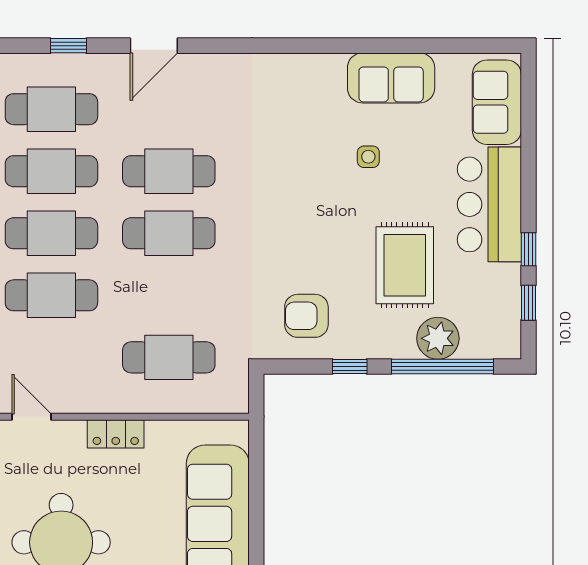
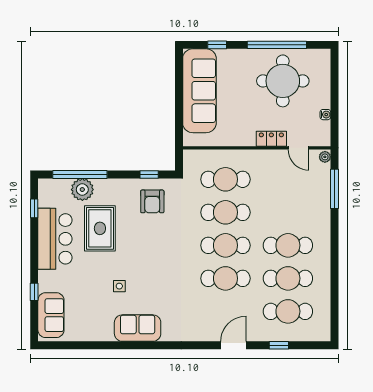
sofa: (391, 78) -> (138, 328), moved
bar counter: (489, 204) -> (55, 239), moved
window: (528, 249) -> (34, 292), moved
cafe table: (51, 295) -> (225, 212), moved
armchair: (306, 316) -> (152, 201), turned 90
window: (350, 367) -> (149, 174), moved
locker: (116, 434) -> (271, 139), moved

